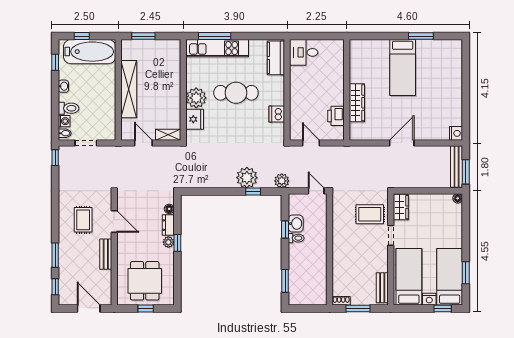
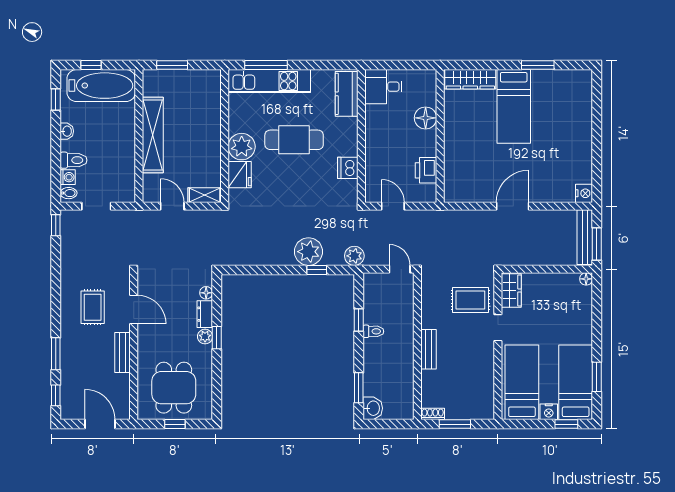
floor lamp: (336, 76) -> (426, 118), added
wardrobe: (357, 103) -> (470, 79), moved, turned 90
washbasin: (296, 224) -> (373, 408), moved
bench: (382, 288) -> (428, 349), moved

